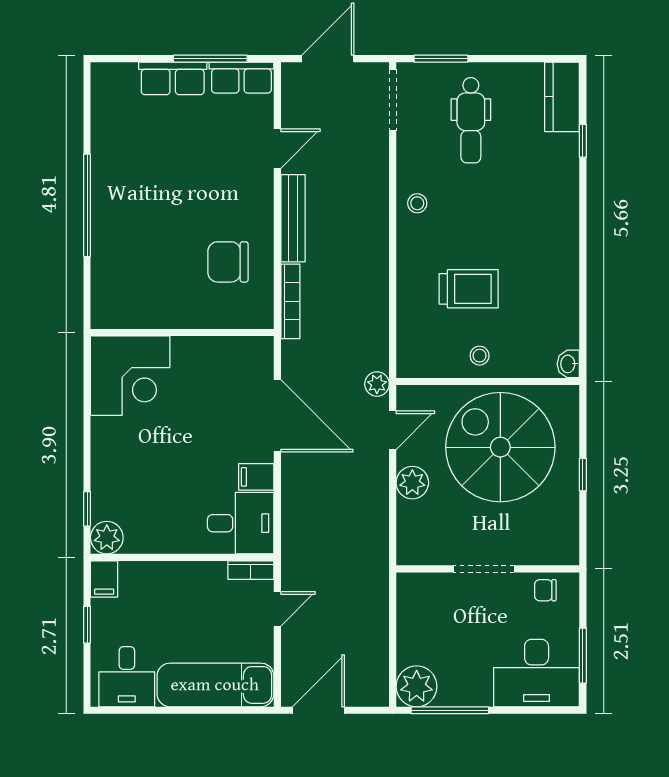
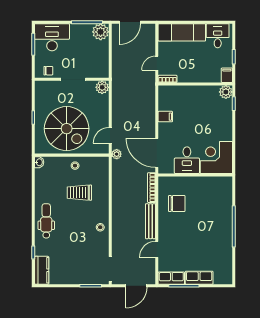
dental chair: (471, 120) -> (46, 221), moved
door: (277, 416) -> (157, 153), moved
plant: (412, 483) -> (102, 87), moved
desk: (241, 523) -> (187, 160), moved, turned -90
door: (318, 710) -> (130, 22), moved

